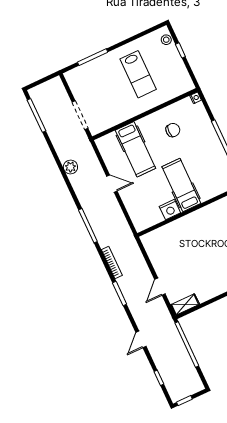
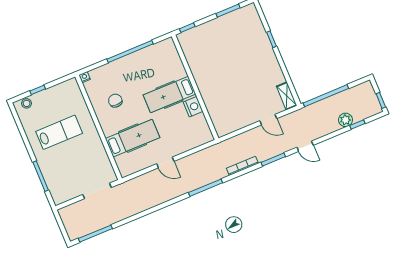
plant: (70, 167) -> (346, 120), moved
door: (112, 184) -> (165, 163), swing flipped
door: (141, 339) -> (305, 146), moved

